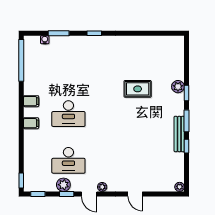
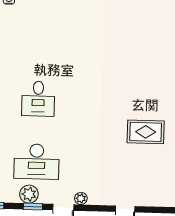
rug: (138, 89) -> (146, 132), moved
desk: (68, 114) -> (38, 99), width x0.73

